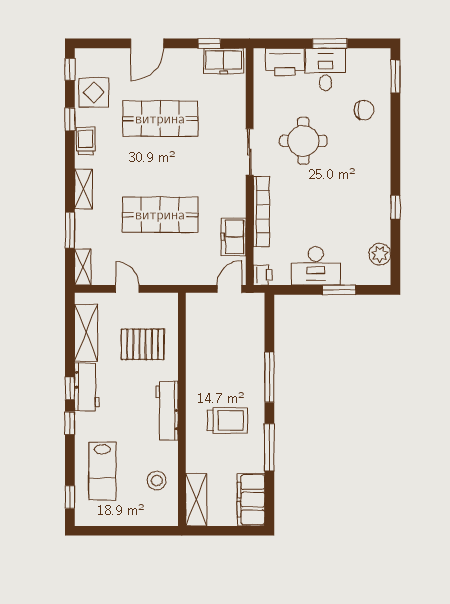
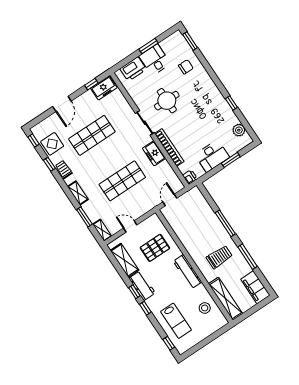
freezer: (234, 237) -> (154, 153), moved
door: (230, 289) -> (170, 200), moved
shelving: (196, 500) -> (226, 299), width x1.47

